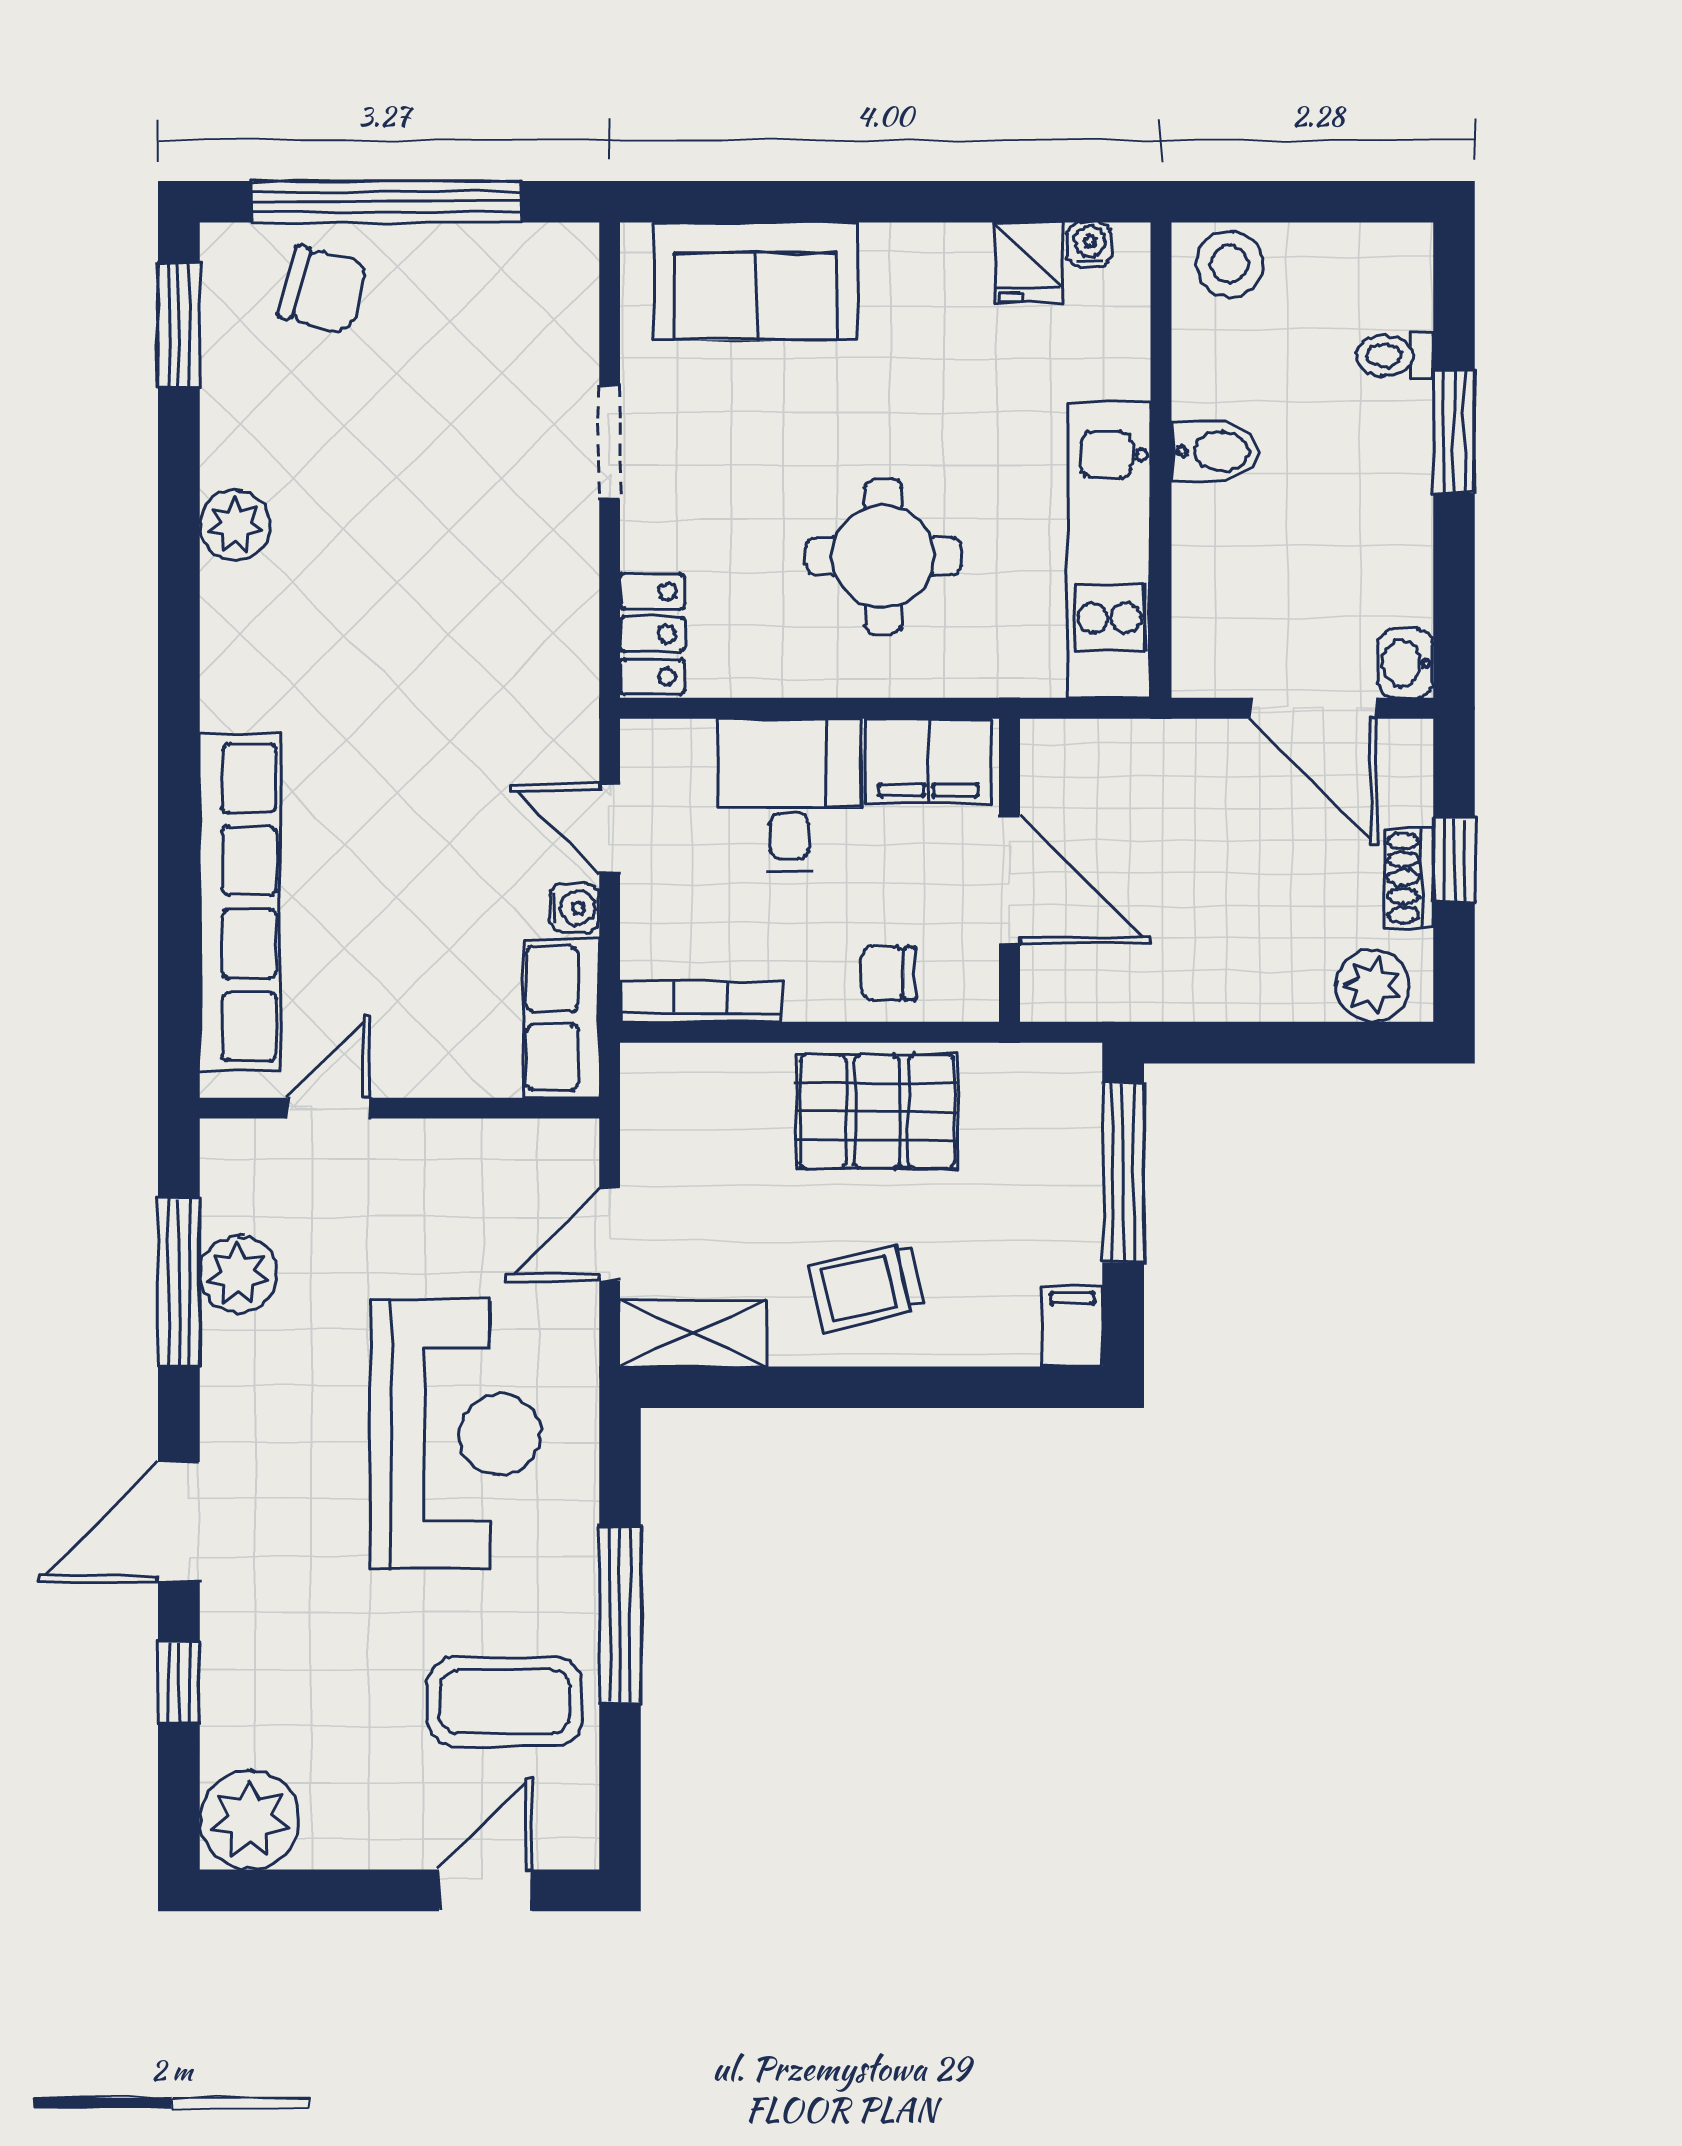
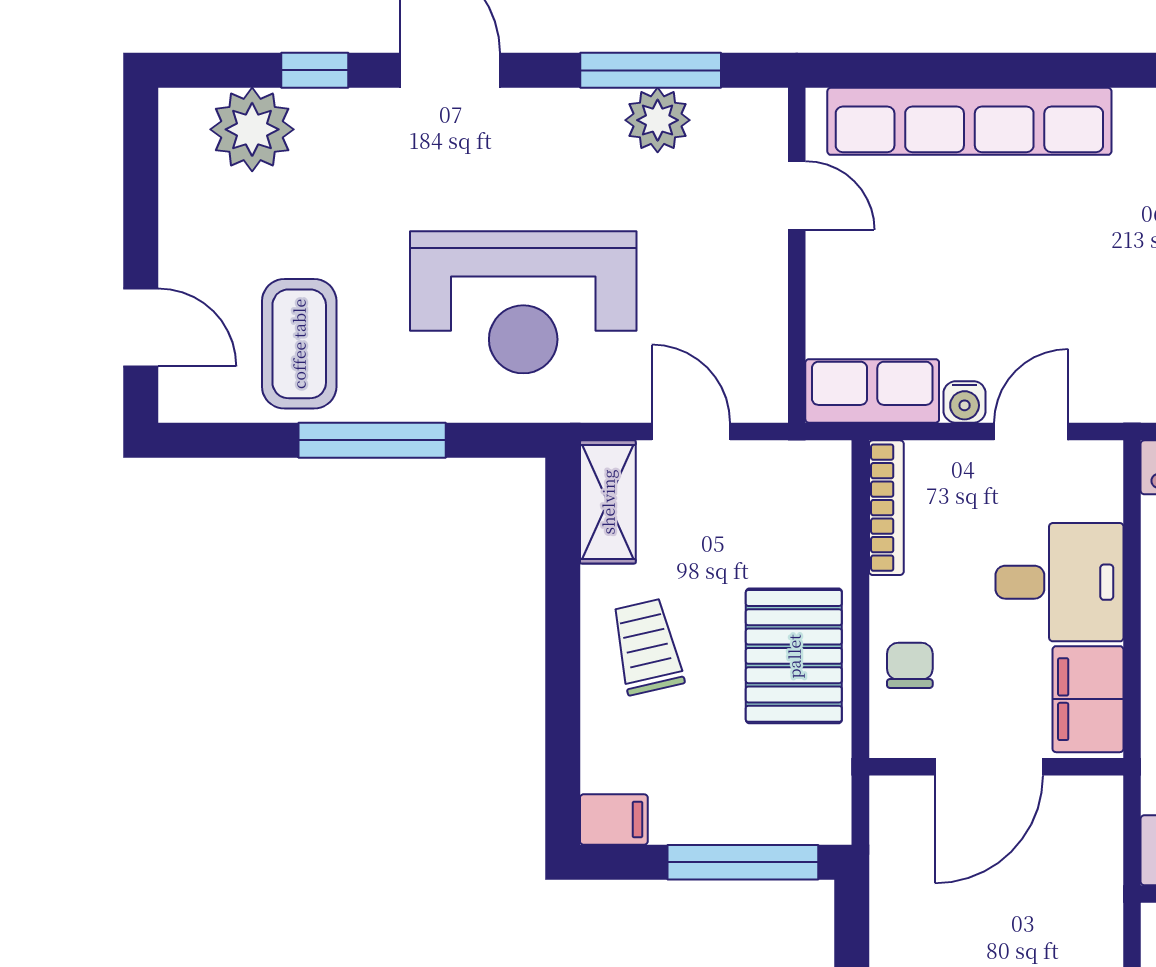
plant: (249, 1820) -> (252, 129), moved

